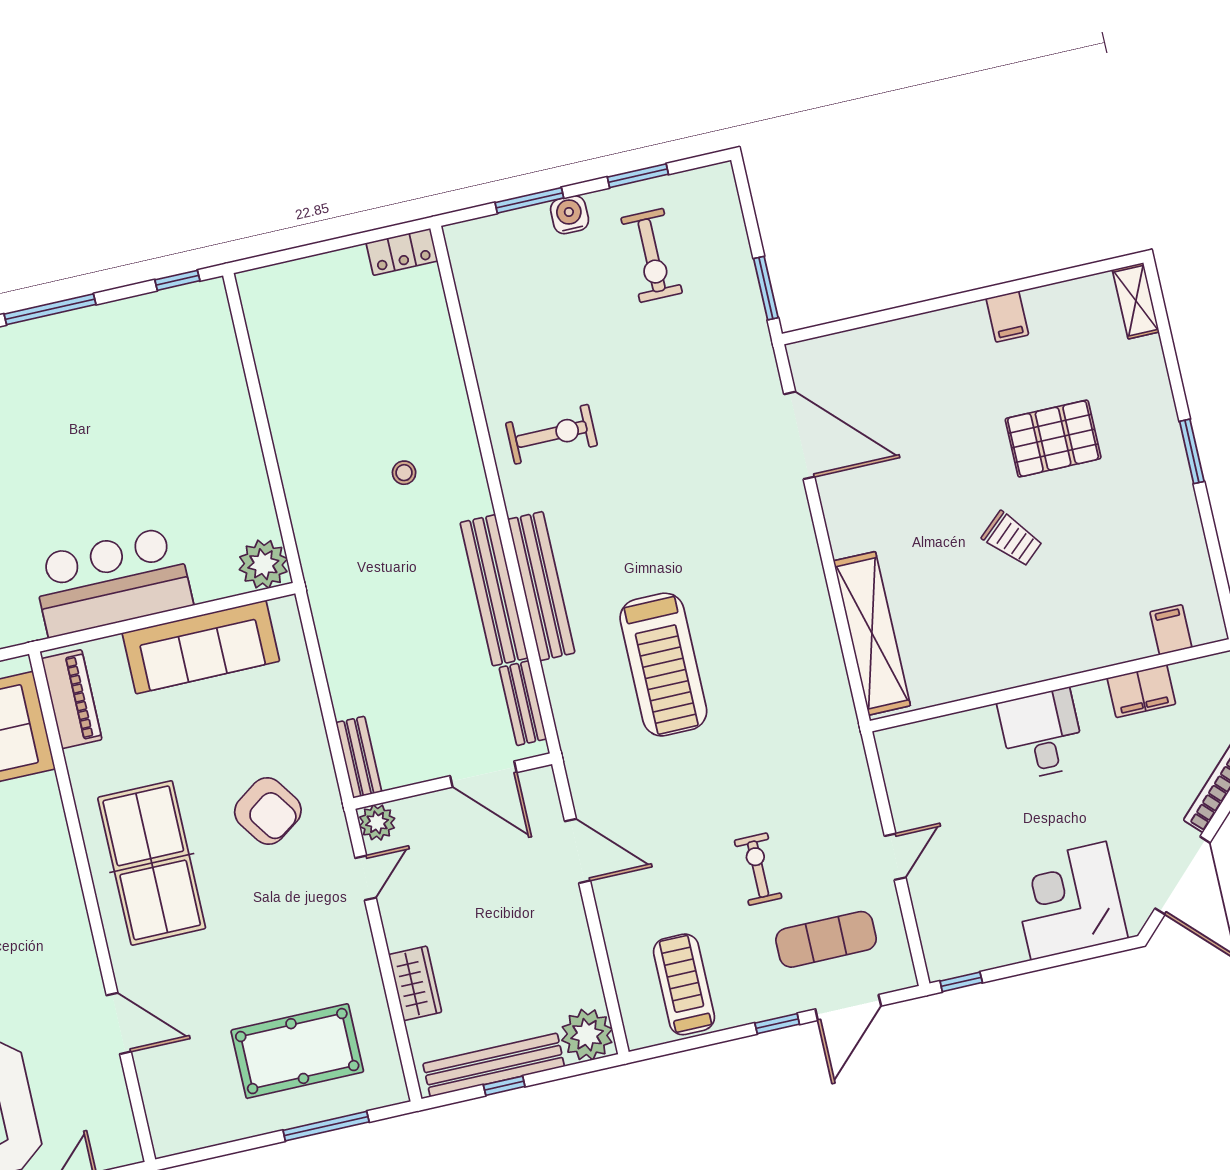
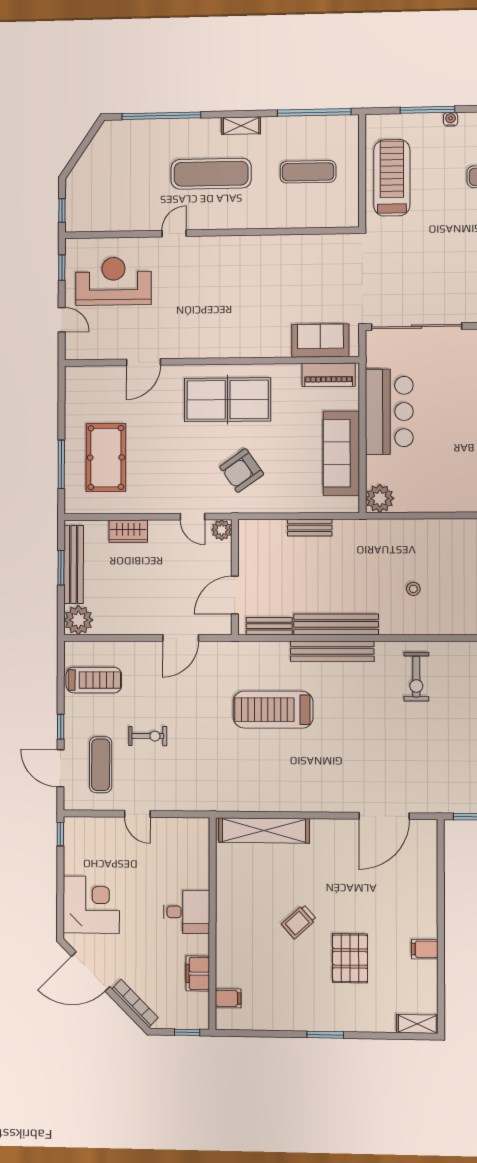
bench: (359, 757) -> (310, 528), moved
window: (504, 1086) -> (61, 568), width x1.50

